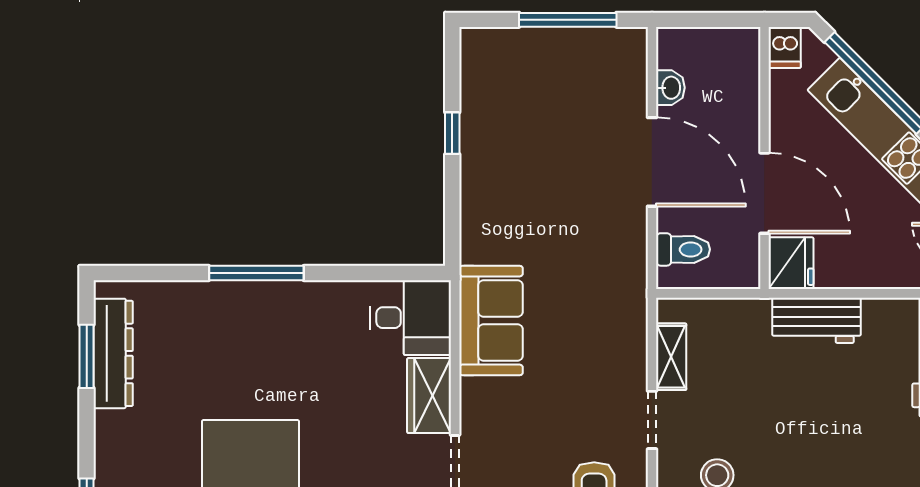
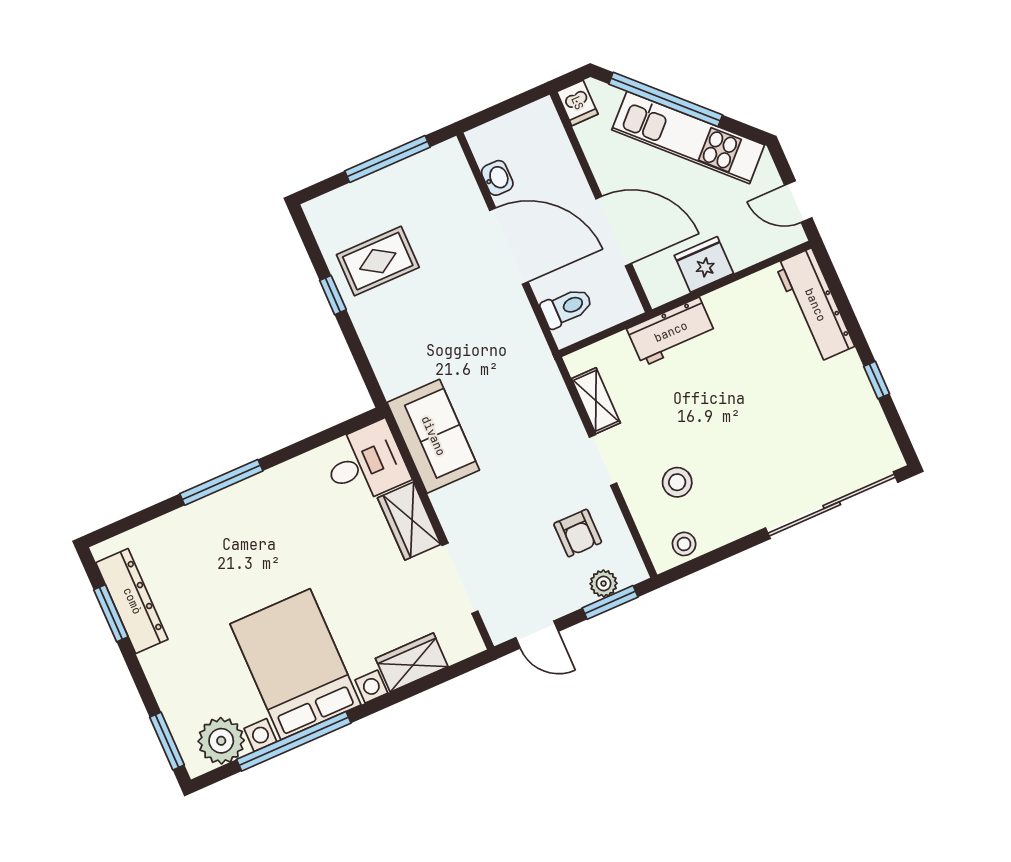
rug: (513, 119) -> (378, 261), added
fridge: (791, 263) -> (704, 264), moved, turned -90
workbench: (817, 320) -> (671, 332), moved

